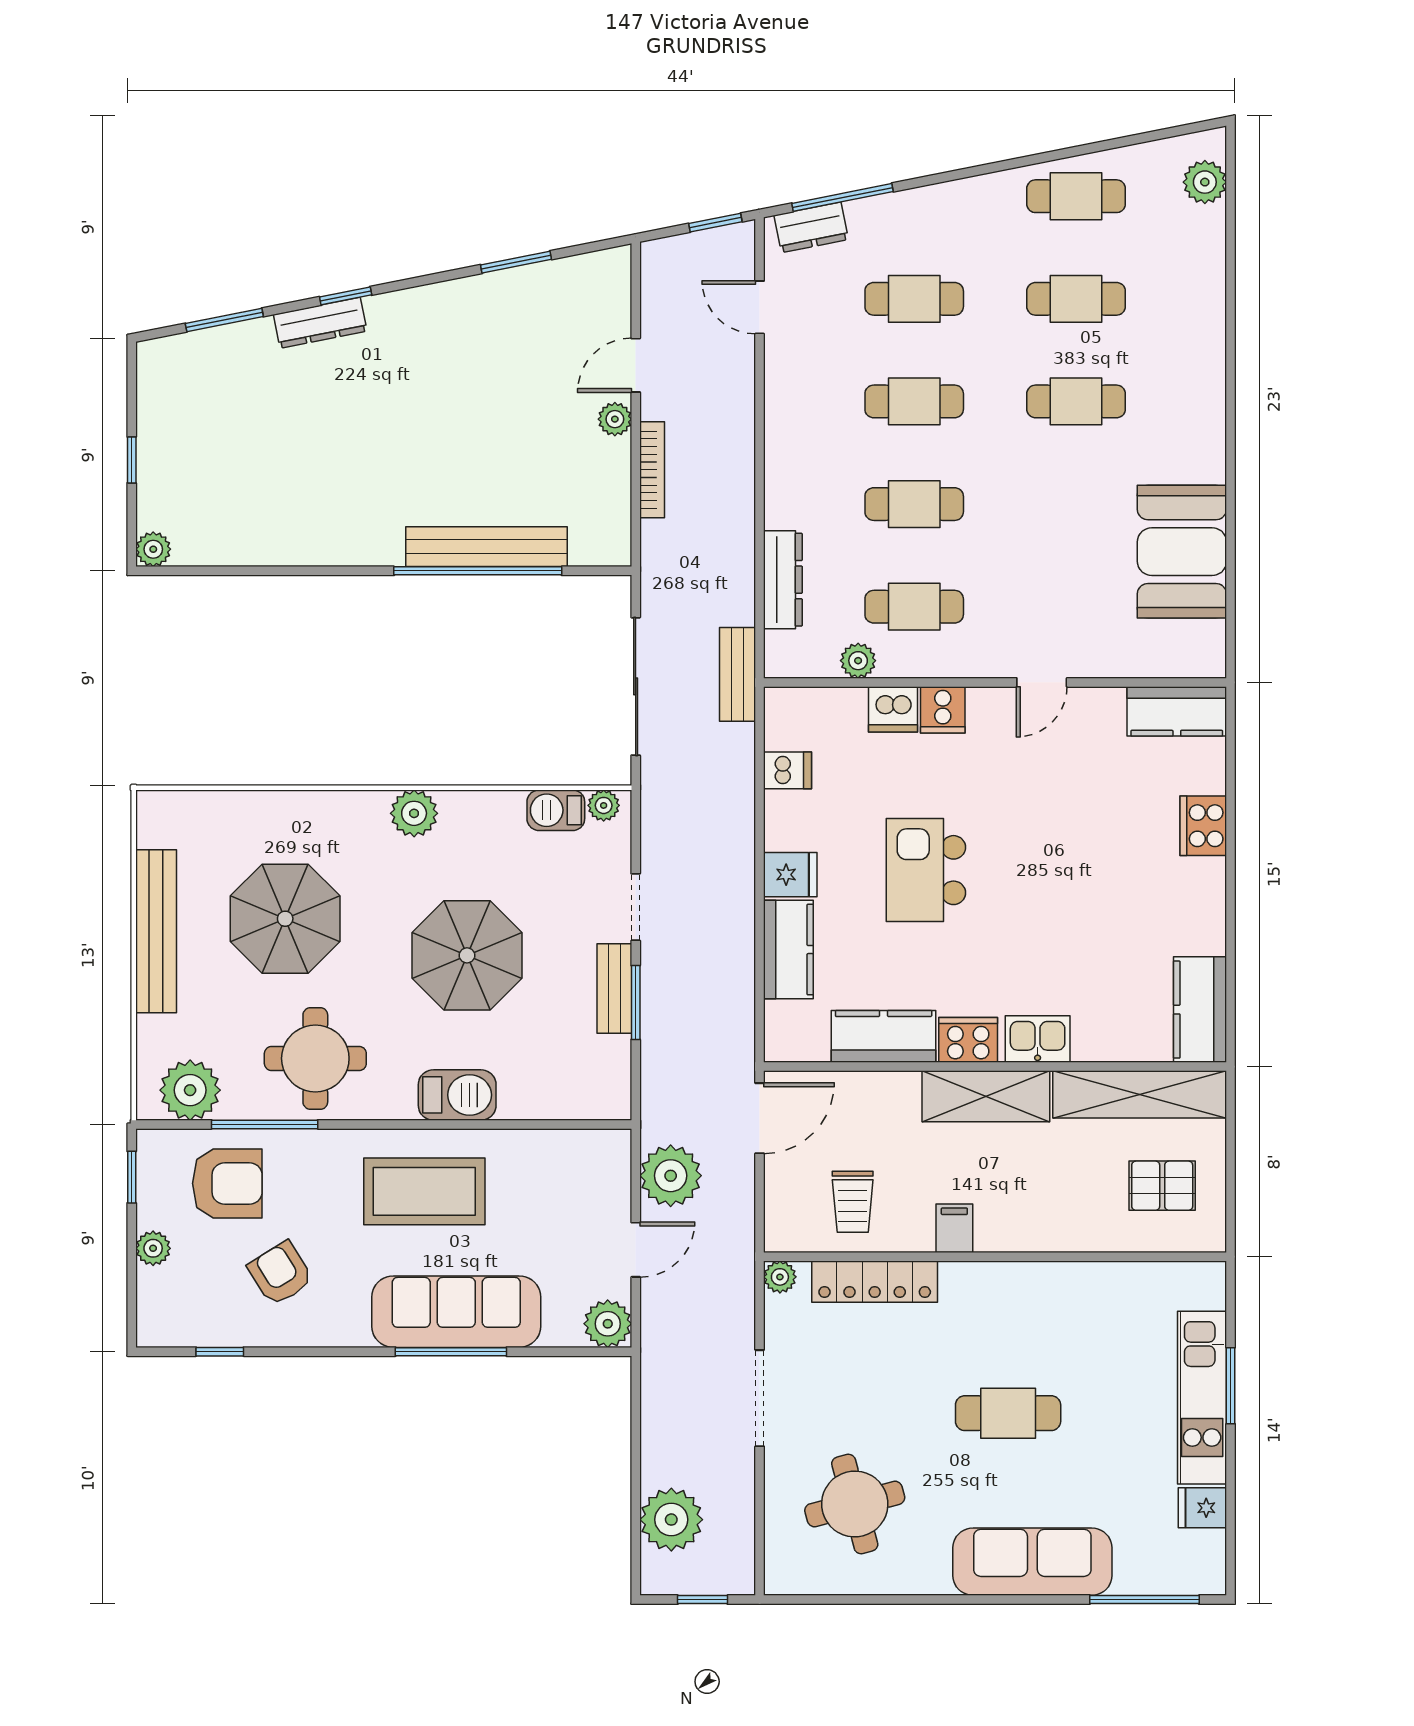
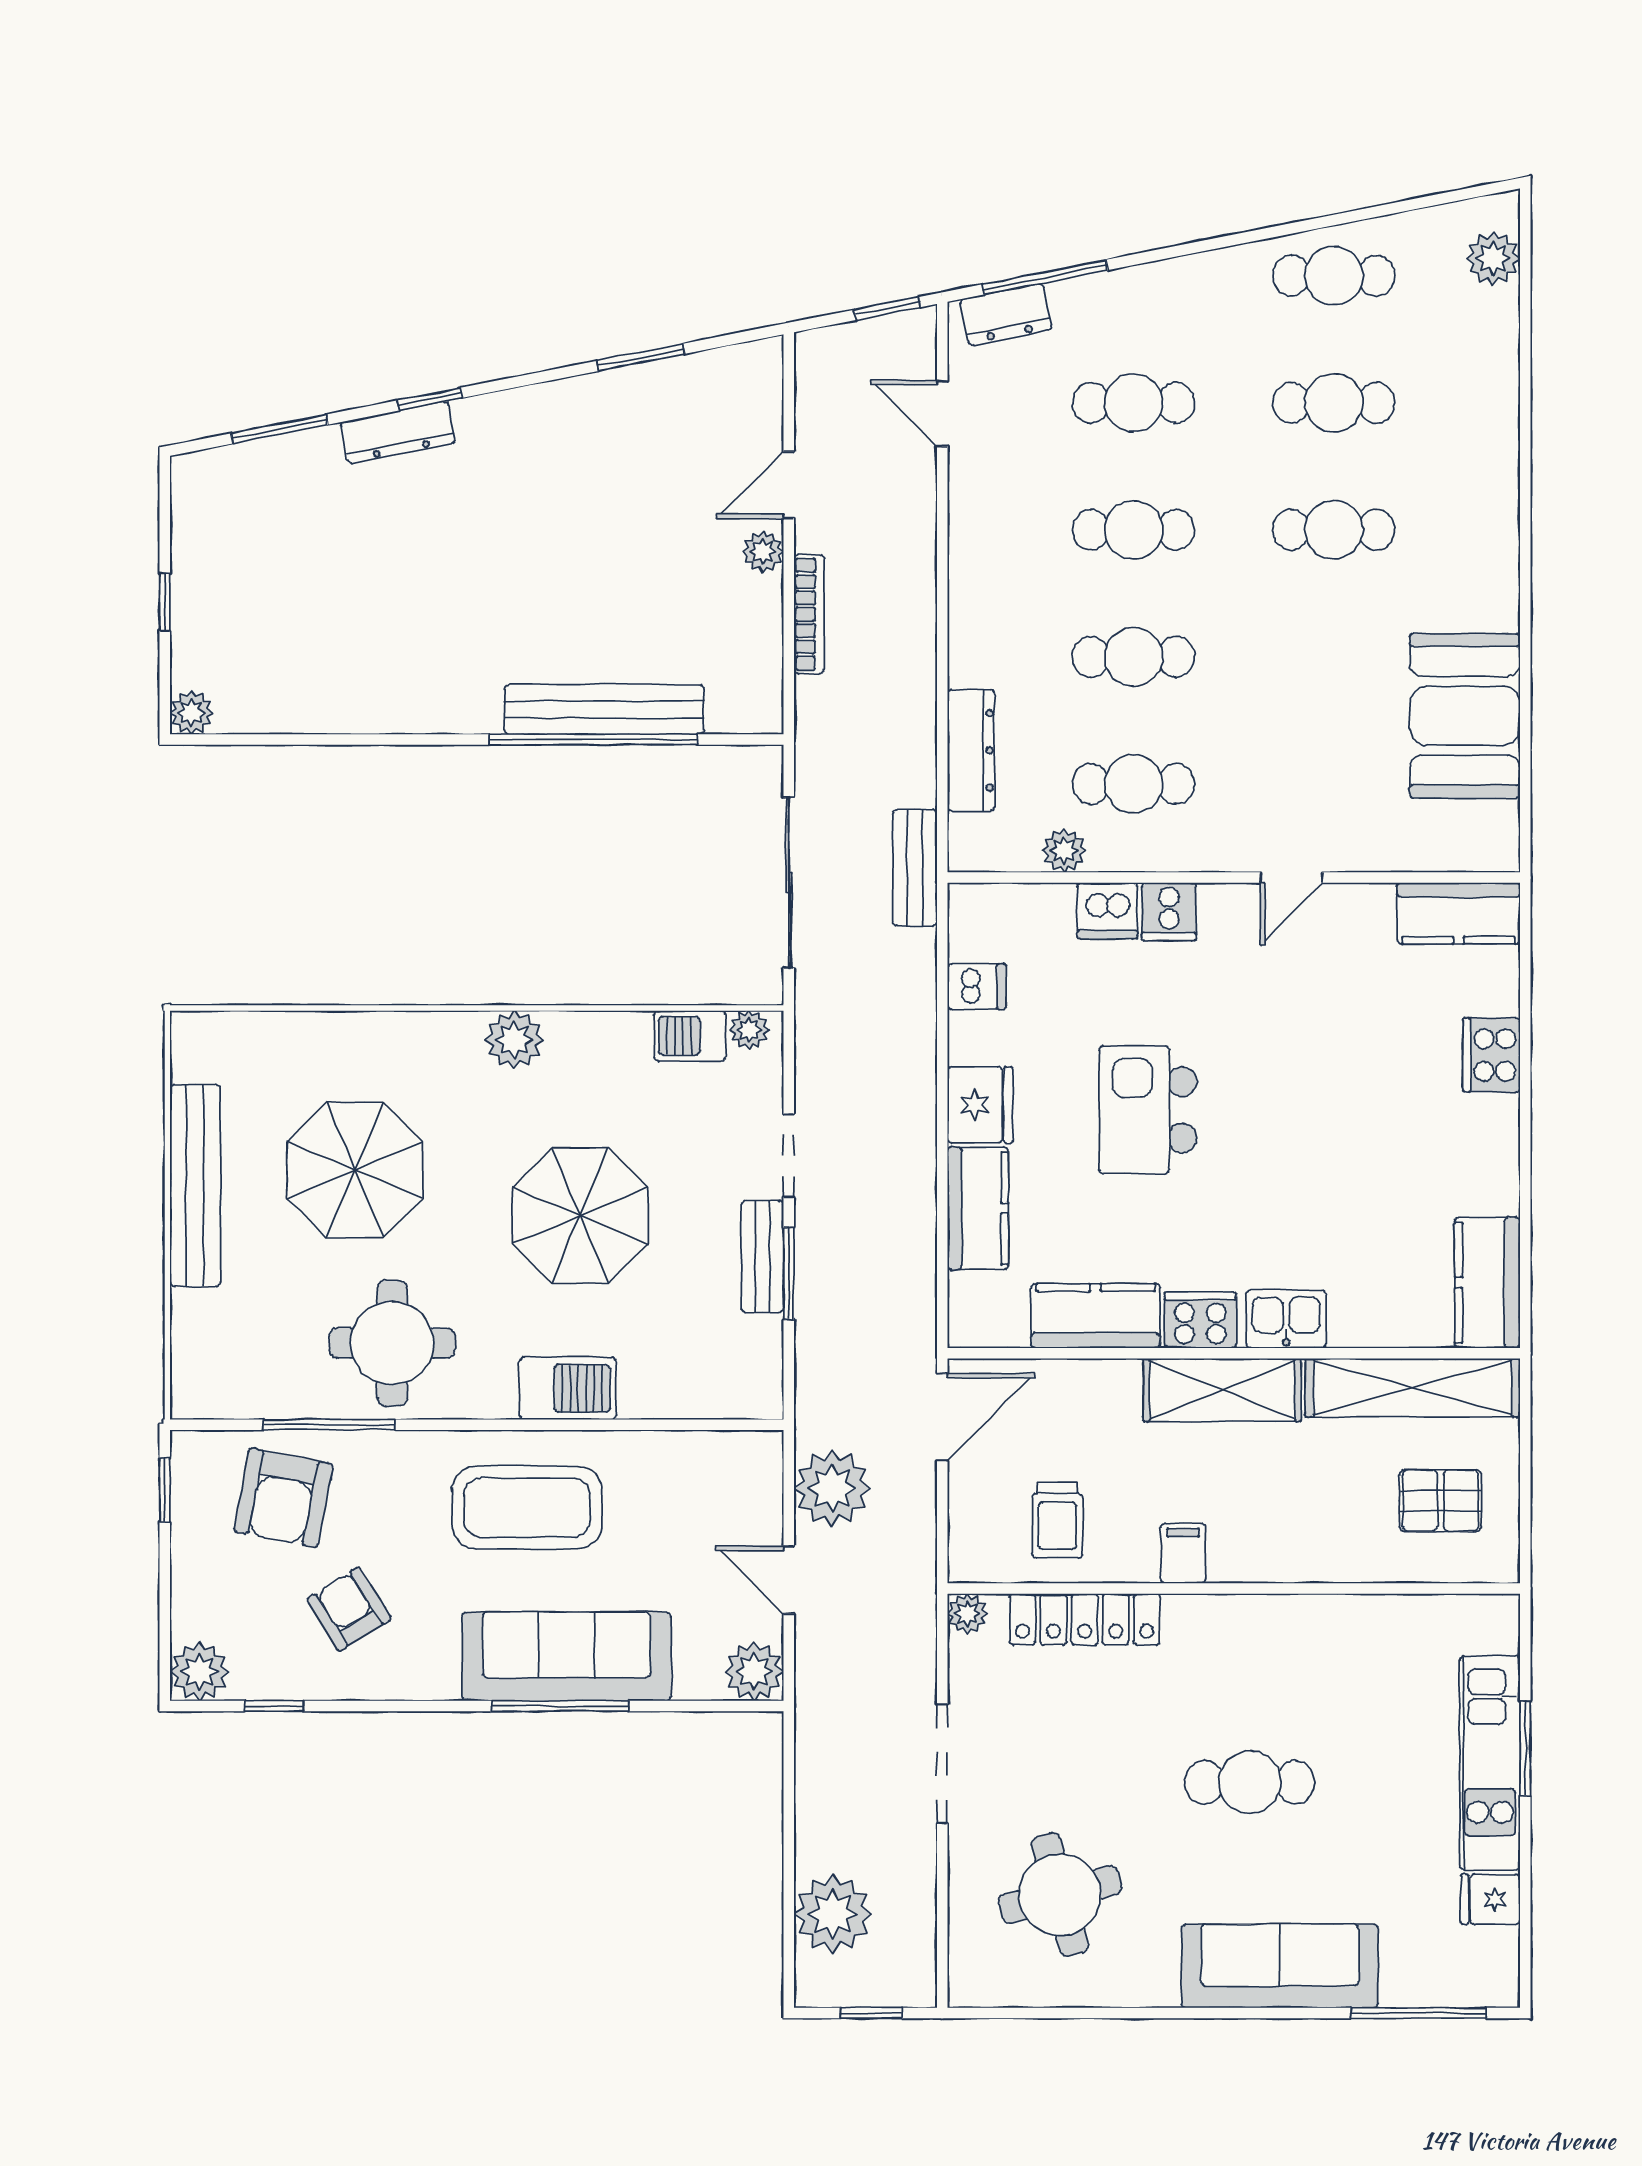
fridge: (790, 875) -> (980, 1105), width x1.38
plant: (190, 1090) -> (237, 1382), removed
armchair: (227, 1183) -> (283, 1498), turned 101
plant: (153, 1248) -> (199, 1672), moved, width x1.38, depth x1.38
door: (636, 1250) -> (789, 1580), swing flipped

